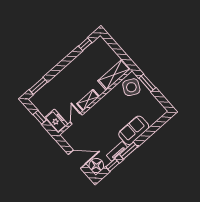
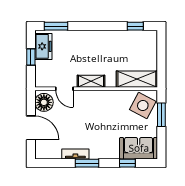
door: (76, 118) -> (64, 89), swing flipped
freezer: (56, 121) -> (43, 46), moved
sofa: (134, 130) -> (139, 148), moved
window: (112, 165) -> (127, 163), moved
floor lamp: (96, 166) -> (44, 102), moved

